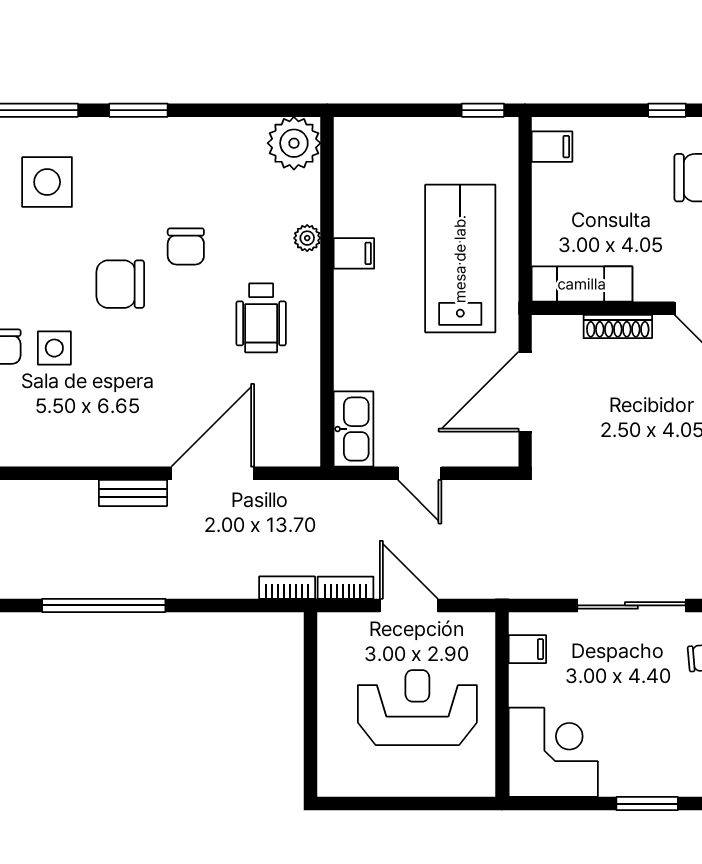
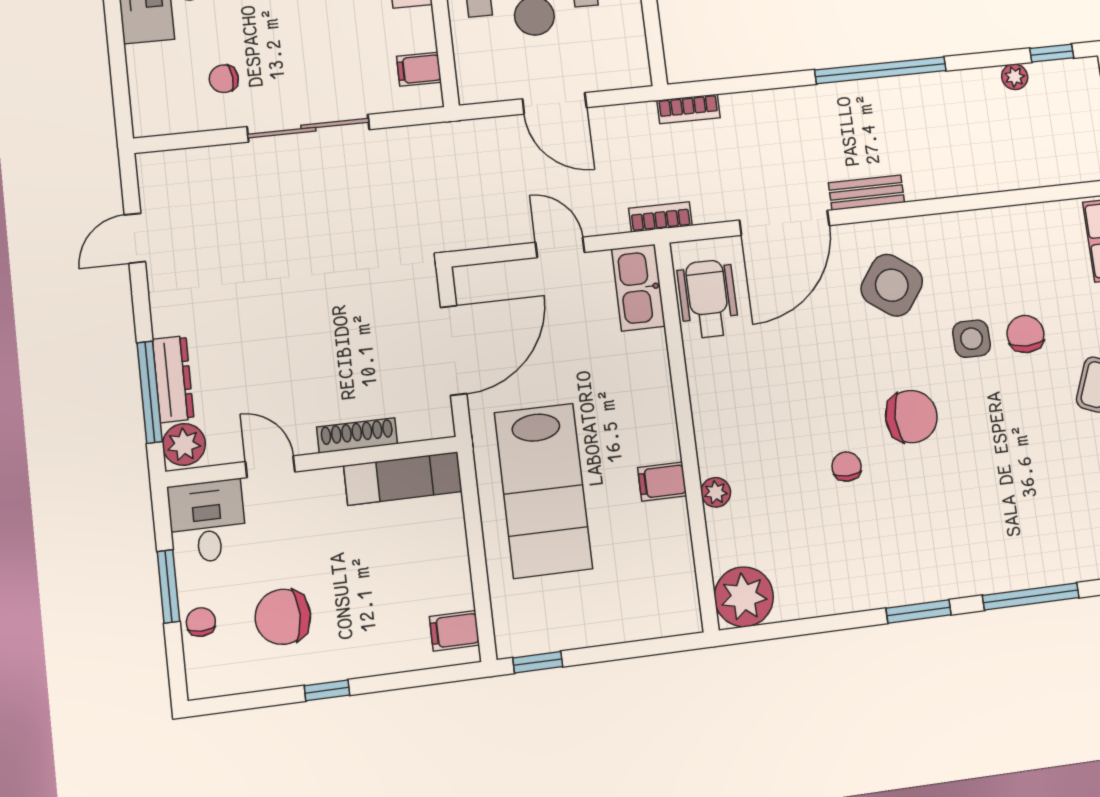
side table: (47, 182) -> (892, 285), moved, turned 36
chair: (186, 246) -> (847, 467), width x0.73, depth x0.73
wheelchair: (261, 318) -> (708, 299), moved
bookcase: (346, 588) -> (660, 217), moved, turned 180

